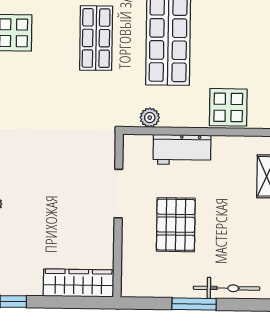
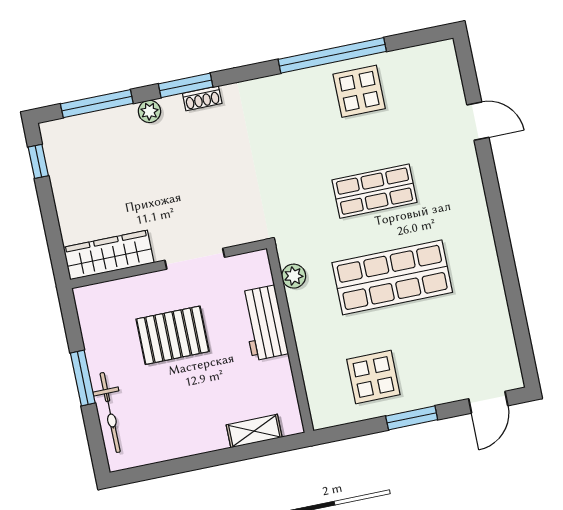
display table: (228, 107) -> (373, 377), moved
wardrobe: (79, 283) -> (109, 255), moved, turned -90

